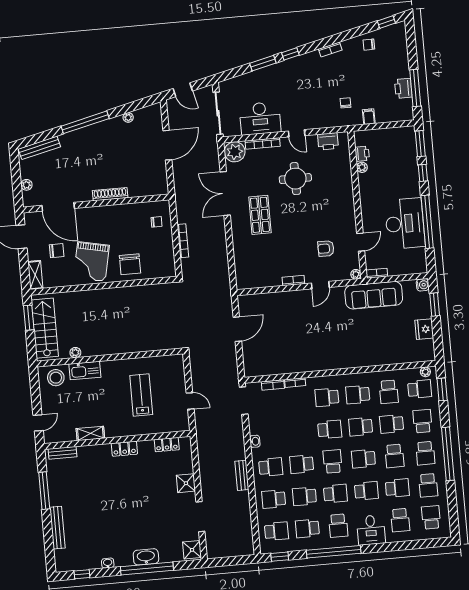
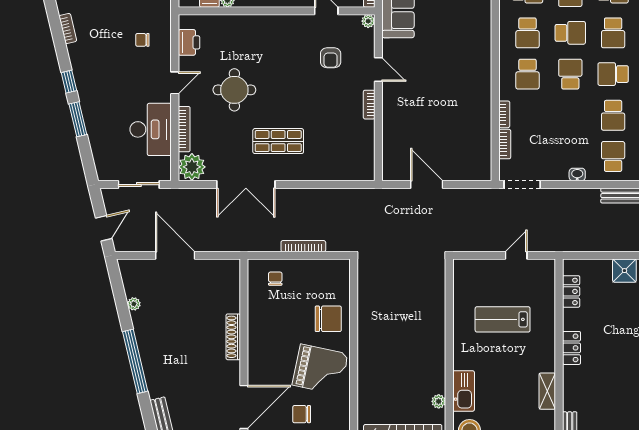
chair: (346, 103) -> (142, 40), moved
sliding door: (218, 113) -> (139, 185), width x0.73
chair: (57, 251) -> (302, 414), turned -90
school desk: (361, 427) -> (570, 33), turned -90

